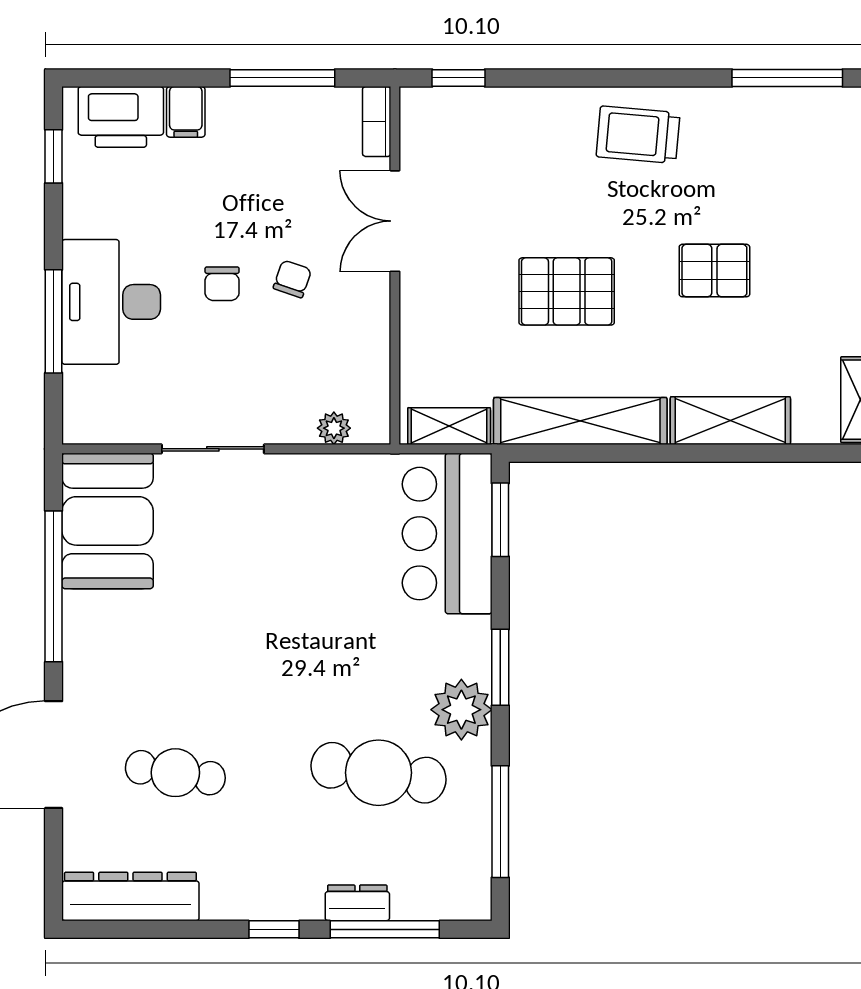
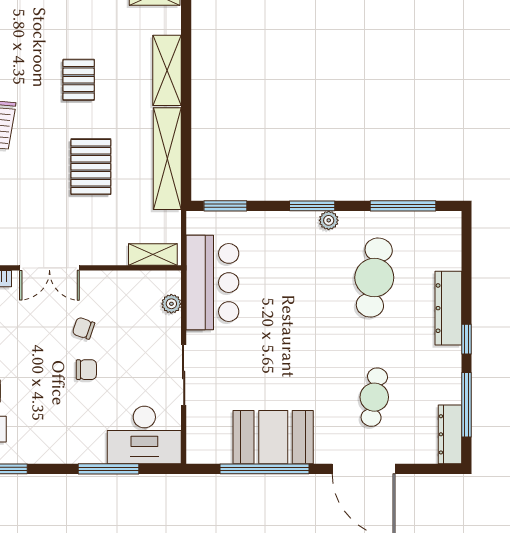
desk: (111, 302) -> (144, 435), moved
shelving: (449, 426) -> (153, 254), moved, turned 90
booth: (108, 521) -> (273, 437), moved
bar counter: (447, 534) -> (212, 283), moved, turned -90
plant: (461, 710) -> (329, 220), width x0.53, depth x0.53
dresser: (130, 896) -> (450, 434), width x0.73, depth x0.80
dresser: (357, 903) -> (448, 308), width x1.96, depth x1.24
window: (385, 929) -> (466, 405), moved

